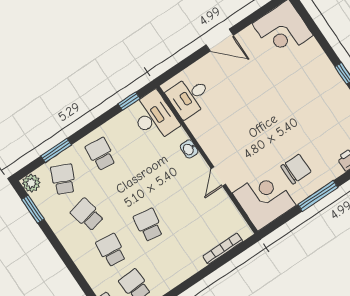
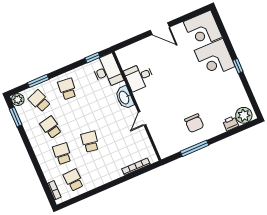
desk: (189, 96) -> (139, 77), moved
washbasin: (189, 149) -> (124, 97), width x1.91, depth x1.45
chair: (296, 169) -> (194, 123), turned 90
school desk: (63, 179) -> (39, 101), turned -45
window: (318, 196) -> (195, 148), moved
corner desk: (264, 199) -> (215, 58), moved, turned 180

